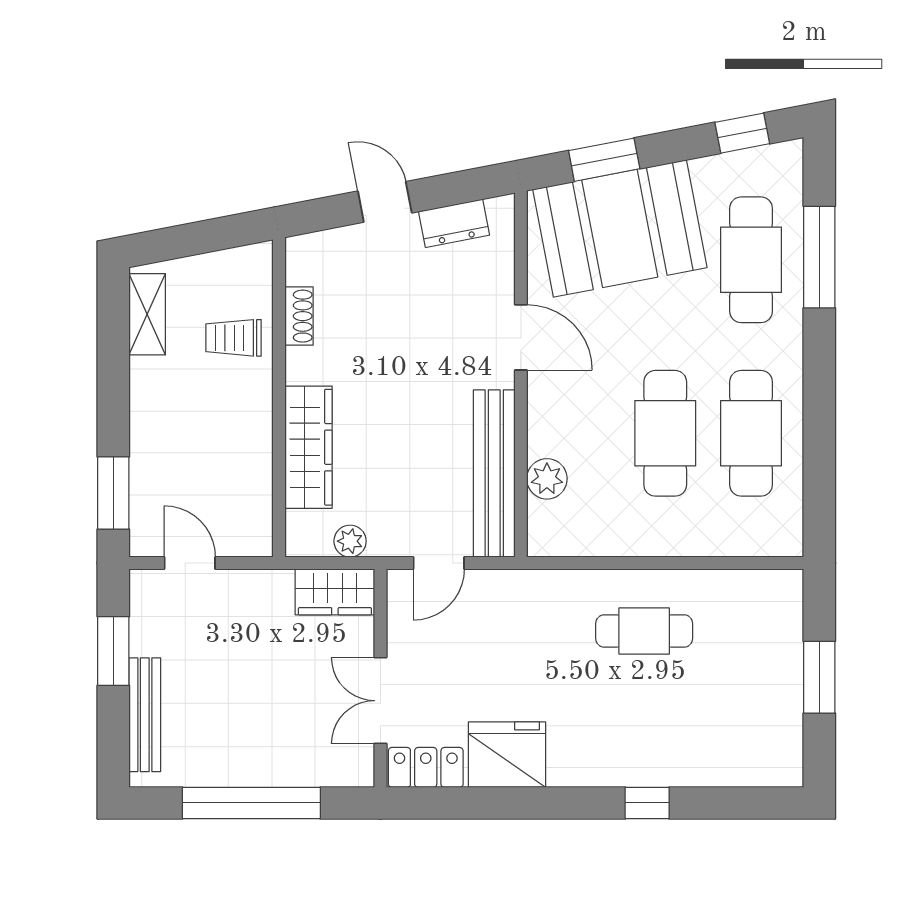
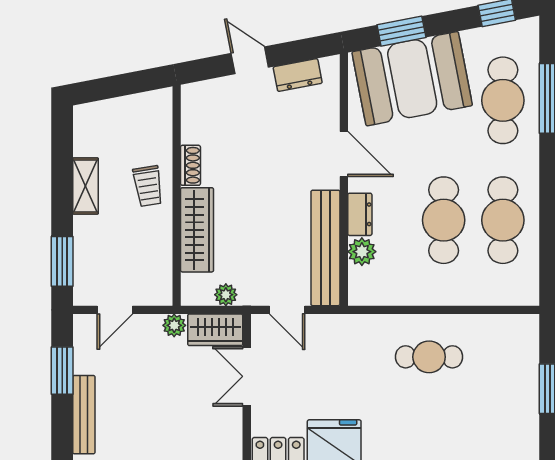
shelving: (147, 314) -> (86, 186), moved
shoe rack: (299, 316) -> (190, 165), moved
trolley: (233, 338) -> (148, 186), moved, turned -99
dresser: (544, 425) -> (360, 214), added
door: (190, 563) -> (115, 310), swing flipped
door: (439, 563) -> (287, 310), hinge flipped
plant: (275, 585) -> (174, 325), added
double door: (380, 701) -> (247, 376), moved

